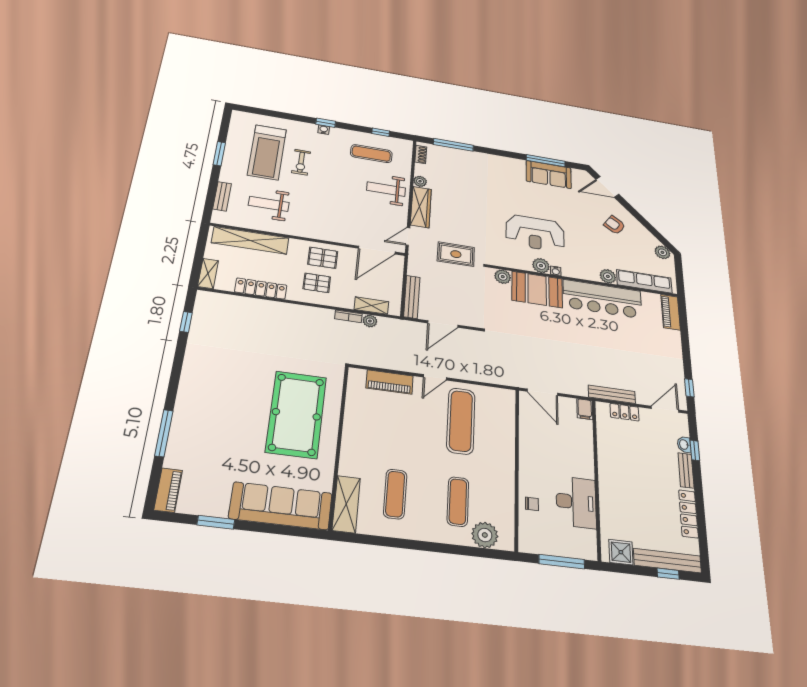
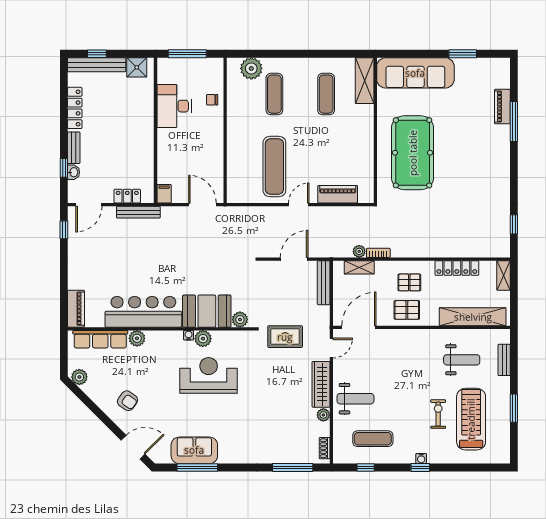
piano: (168, 490) -> (502, 107), moved

